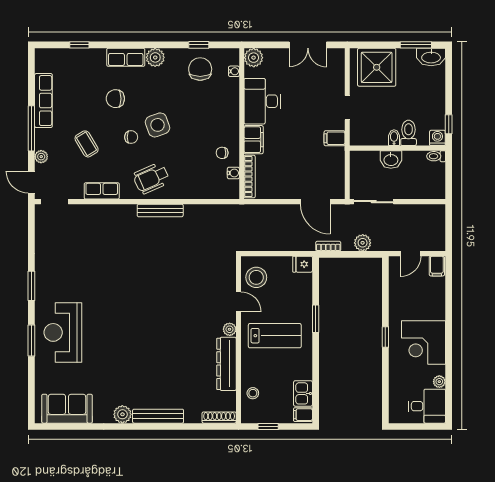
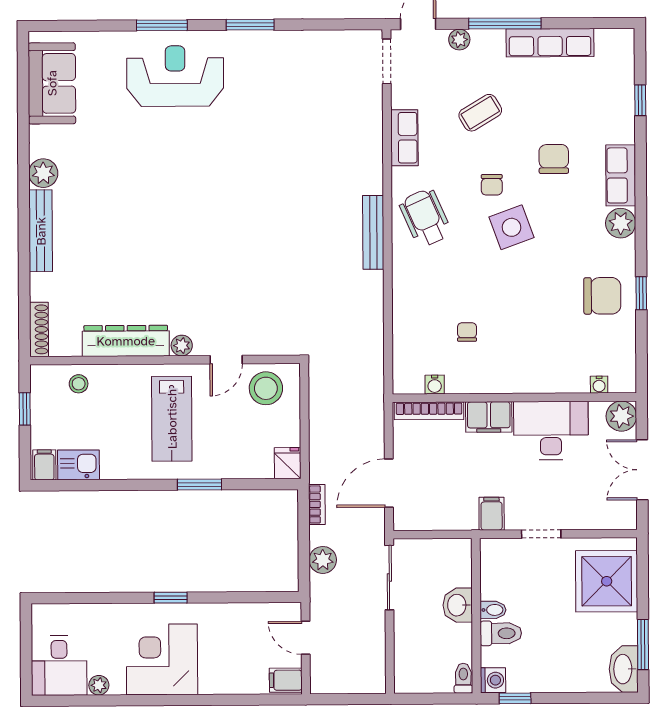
plant: (254, 58) -> (621, 416), moved
water cooler: (234, 71) -> (599, 385), moved
desk: (262, 101) -> (551, 430), moved
wall: (242, 124) -> (514, 398), moved
filing cabinet: (254, 140) -> (489, 417), moved
water cooler: (233, 173) -> (435, 385), moved
bookcase: (250, 177) -> (429, 411), moved

